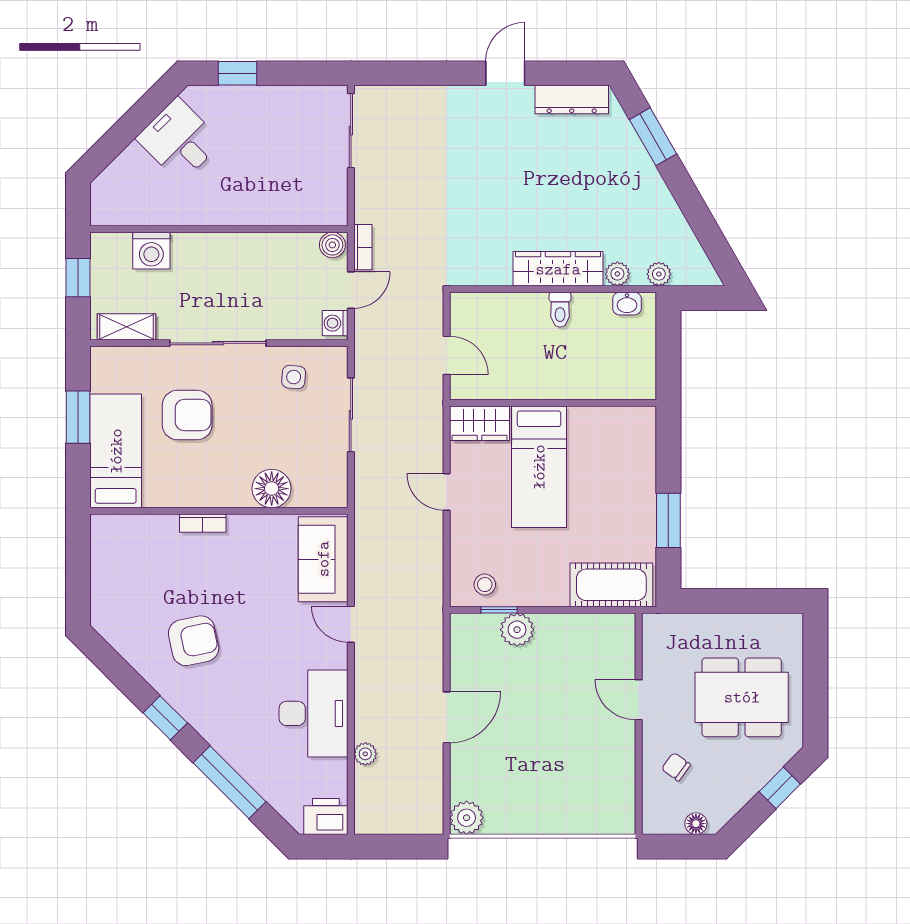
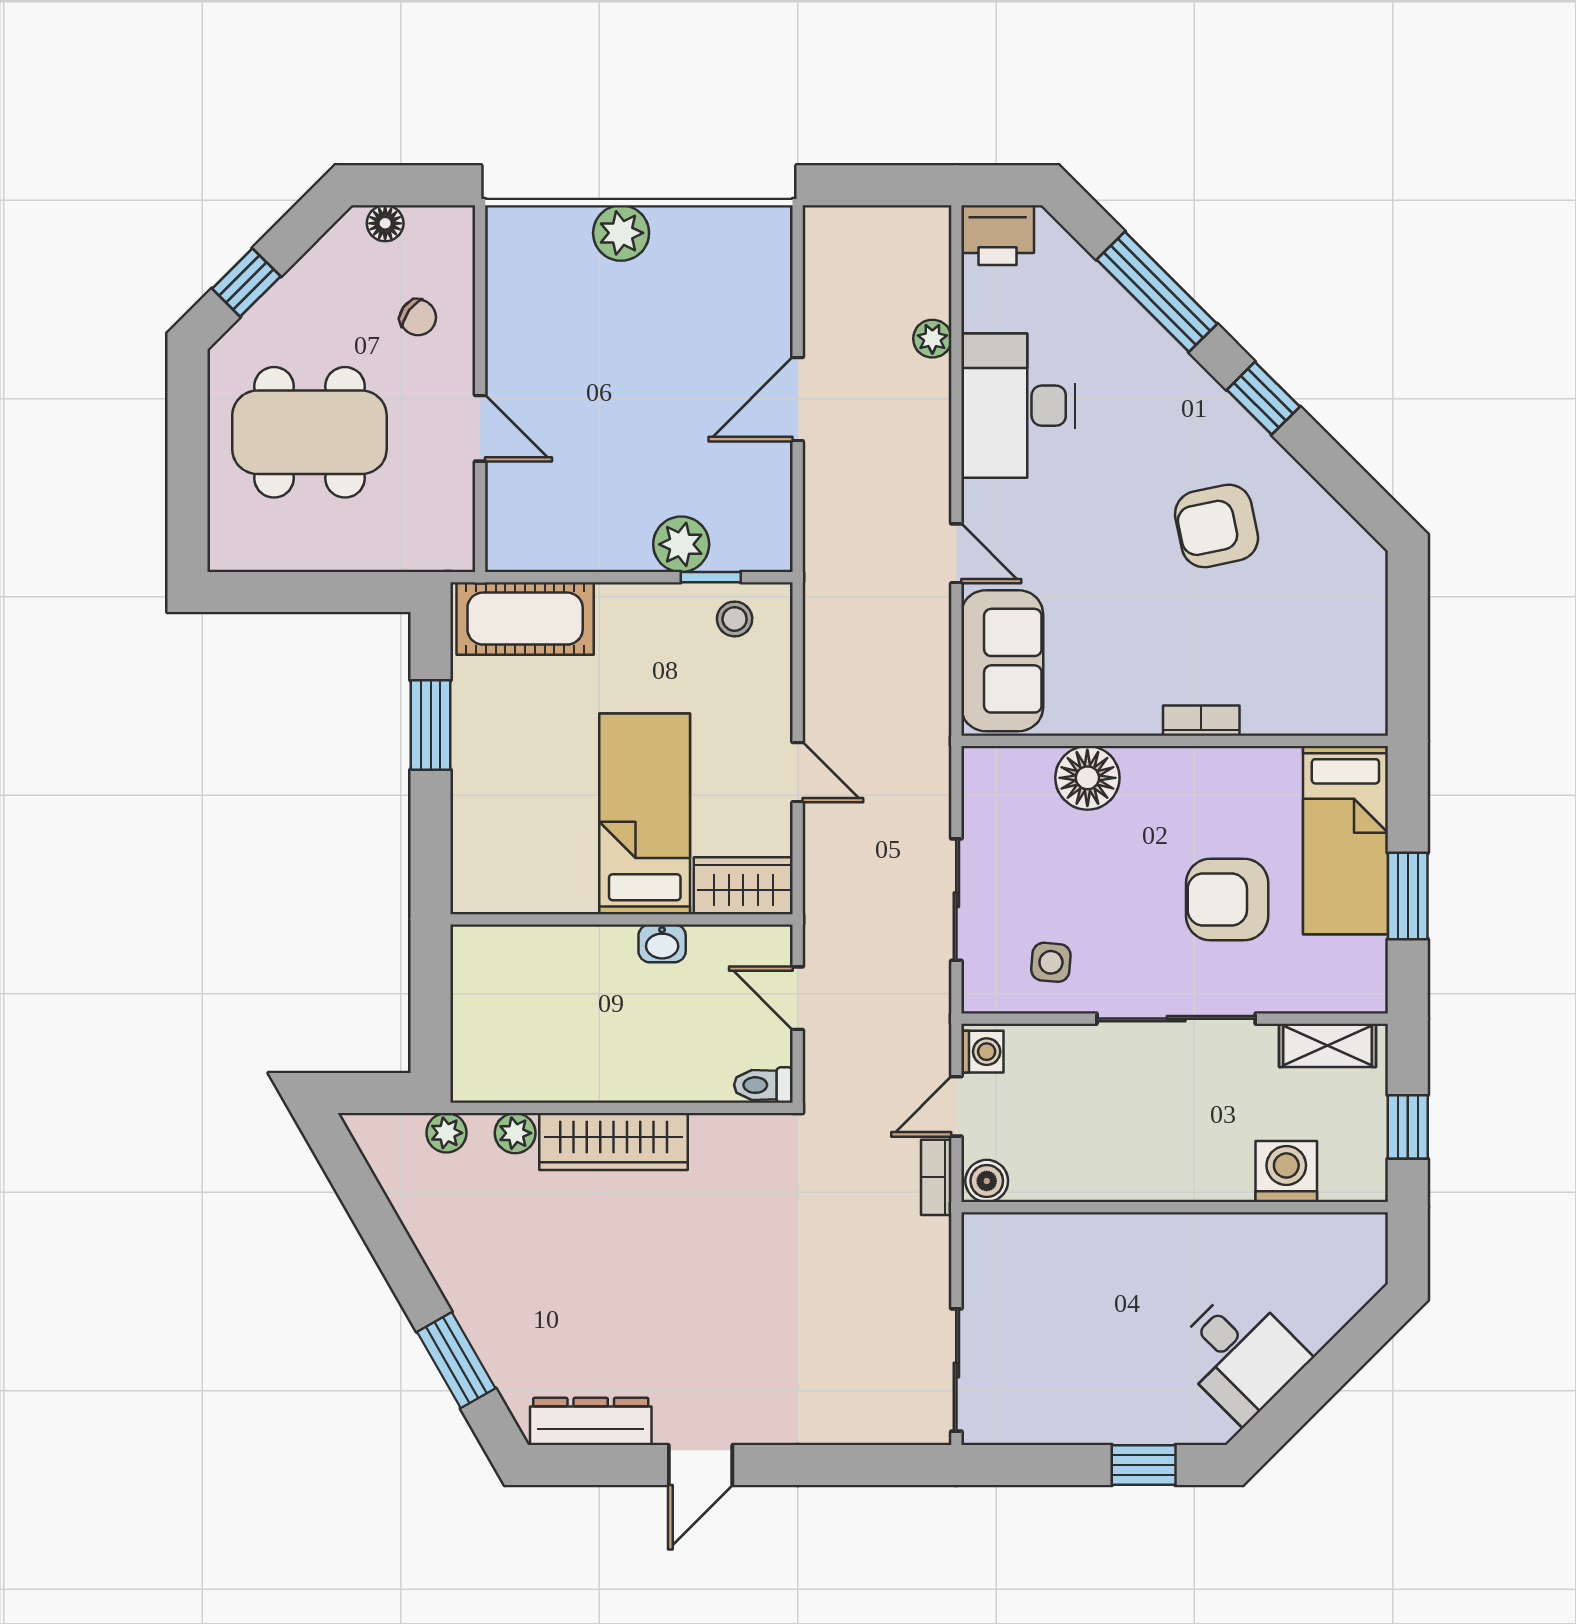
washbasin: (627, 304) -> (662, 943), moved, turned 180
toilet: (560, 310) -> (763, 1085), moved, turned -90
plant: (467, 818) -> (621, 233), moved

